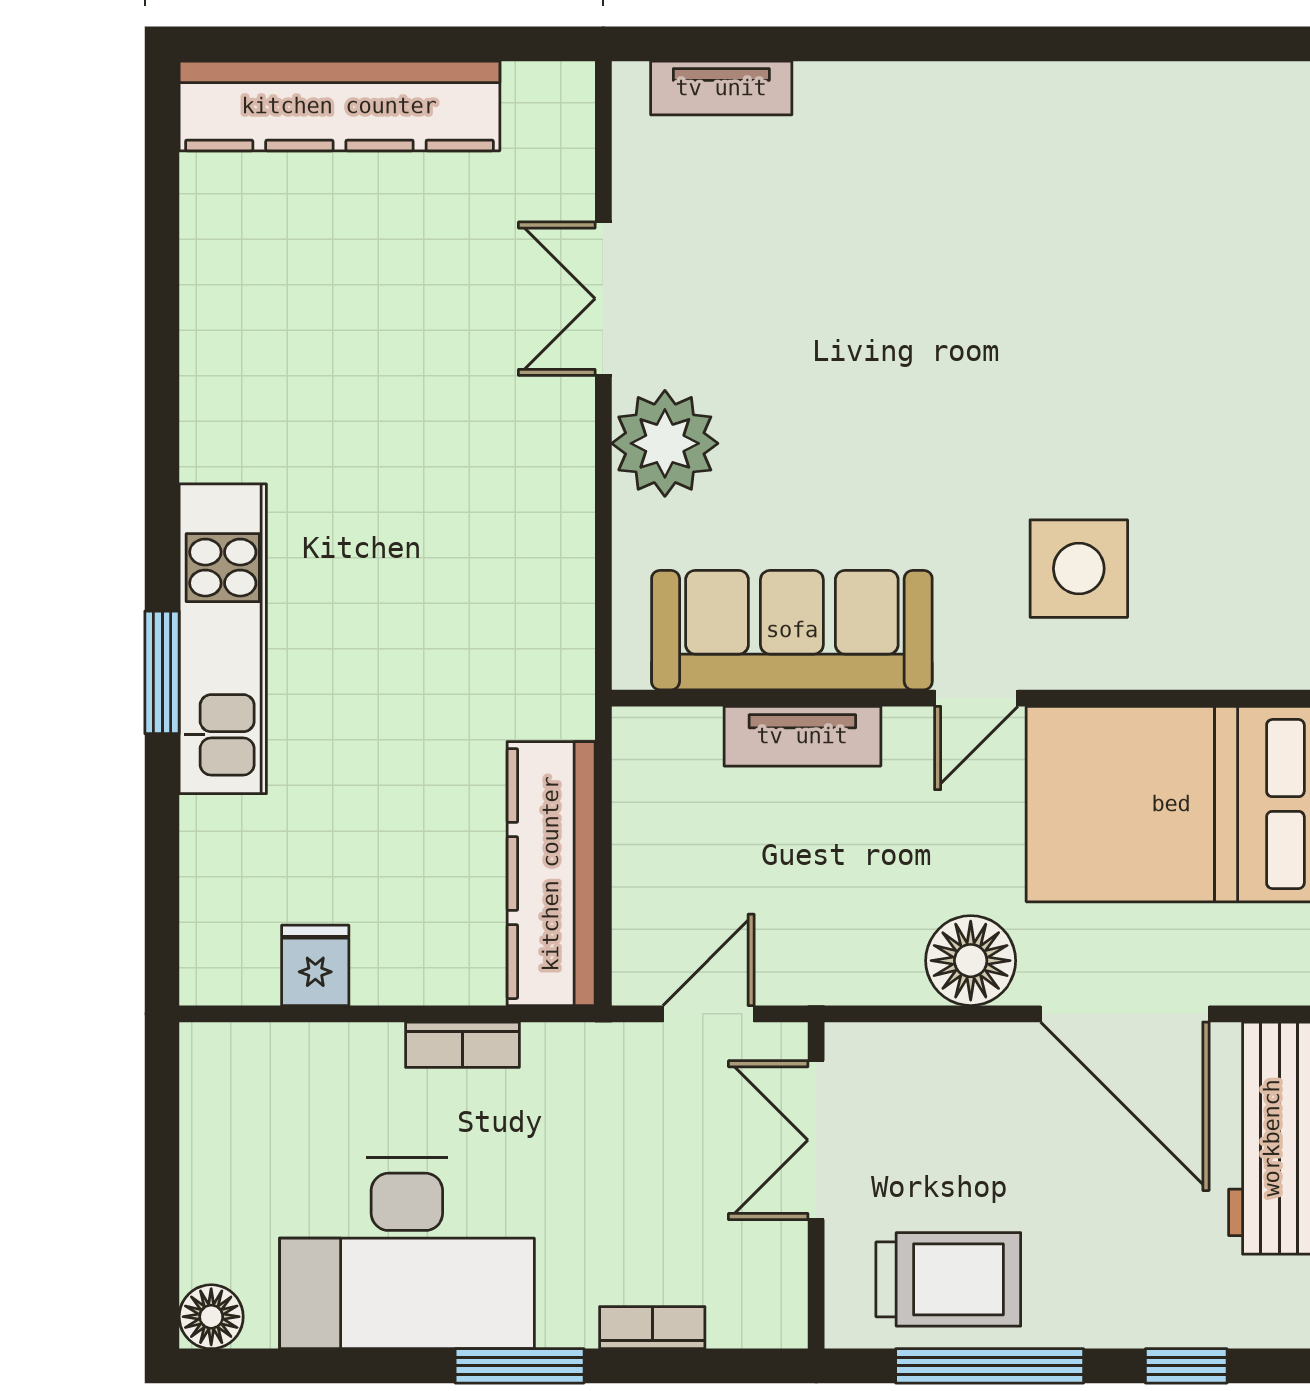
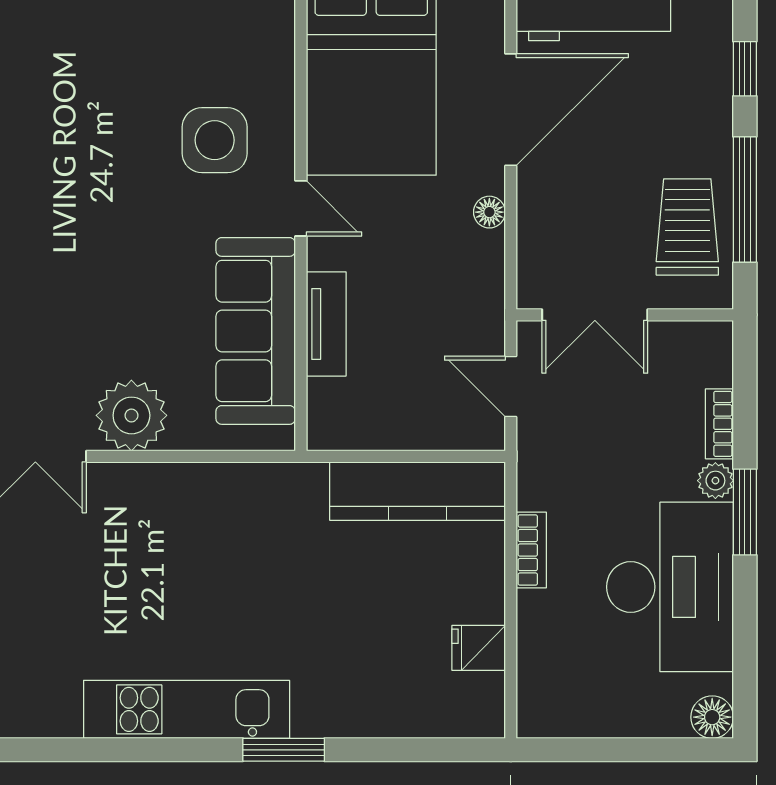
kitchen unit: (223, 639) -> (187, 709), moved
floor lamp: (971, 961) -> (489, 212), width x0.53, depth x0.53
plant: (567, 1322) -> (715, 481), added

